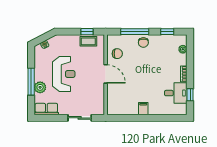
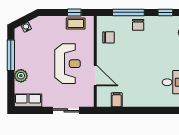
reception desk: (64, 74) -> (67, 64), moved
door: (106, 74) -> (95, 76), moved
window: (31, 82) -> (11, 55), moved
filing cabinet: (143, 109) -> (117, 100), moved

